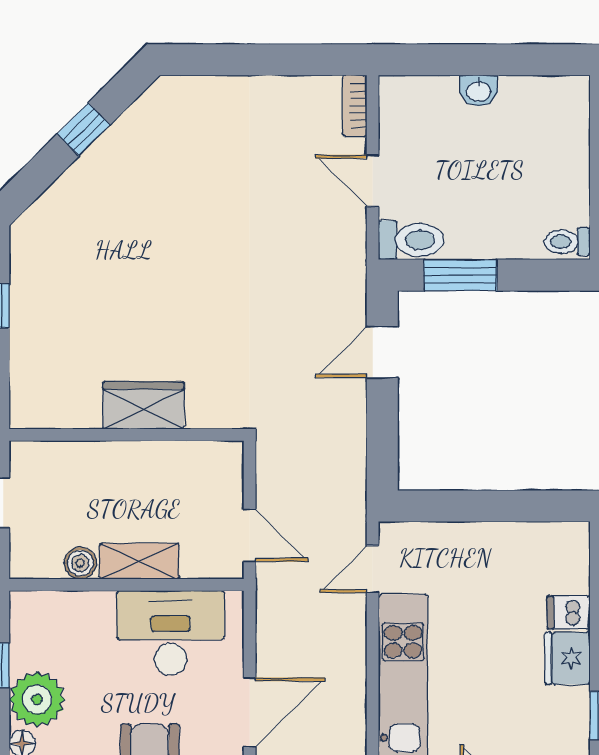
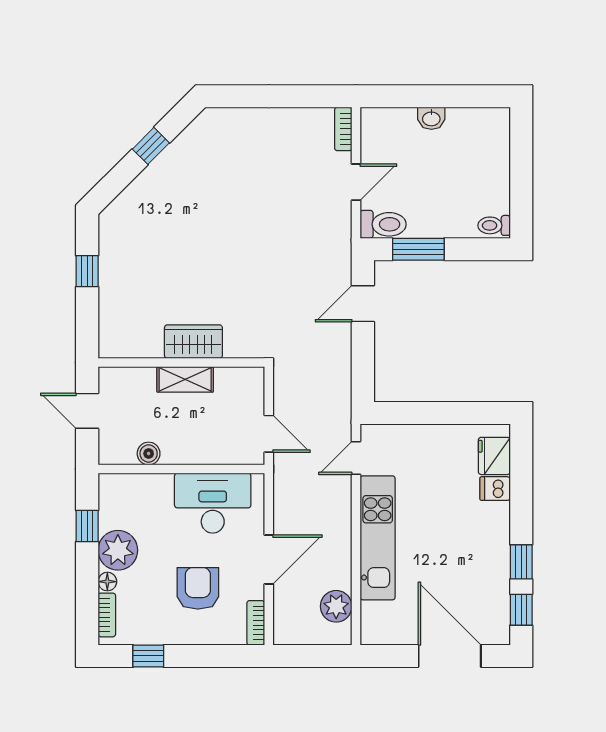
door: (373, 181) -> (356, 182), swing flipped
shelving: (139, 561) -> (185, 379), moved
fridge: (567, 658) -> (494, 456), moved

